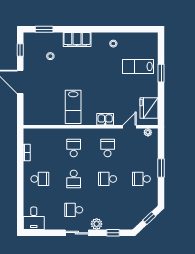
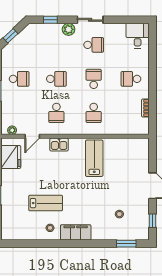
filing cabinet: (77, 40) -> (76, 232), moved
lab bench: (138, 66) -> (46, 203), moved

